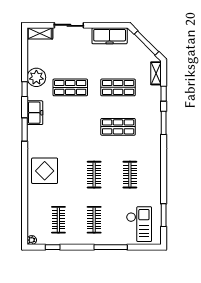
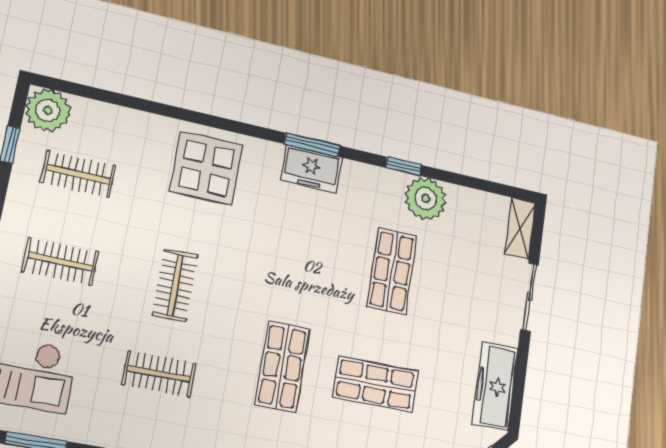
shop shelf: (118, 87) -> (376, 384), turned 90
freezer: (35, 113) -> (311, 169), moved
clothes rail: (94, 175) -> (175, 285), turned 90
plant: (32, 240) -> (48, 110), width x1.87, depth x1.87

